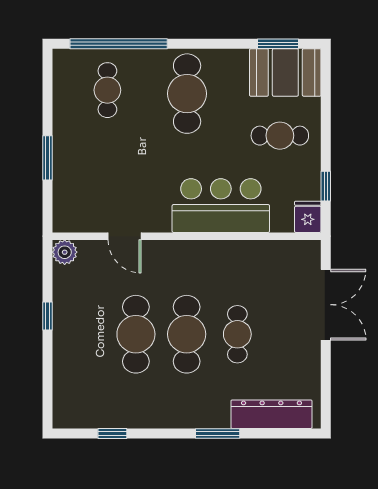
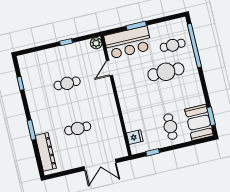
cafe table: (187, 94) -> (166, 72), moved
bar counter: (221, 206) -> (128, 43), moved, turned 90
fridge: (308, 217) -> (135, 137), moved
cafe table: (136, 334) -> (67, 83), width x0.73, depth x0.74
cafe table: (187, 334) -> (72, 106), removed

